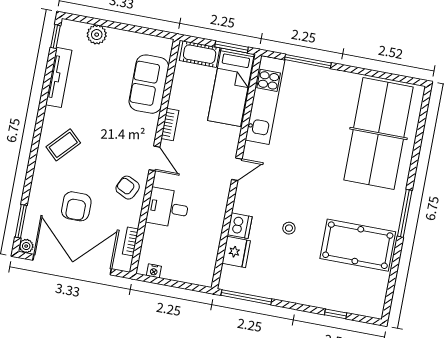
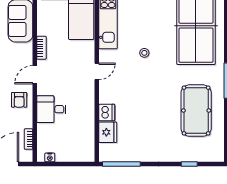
door: (154, 158) -> (35, 75), swing flipped
armchair: (128, 188) -> (19, 100), turned -116
stool: (289, 228) -> (144, 53), moved
pool table: (358, 245) -> (196, 111), turned 90

